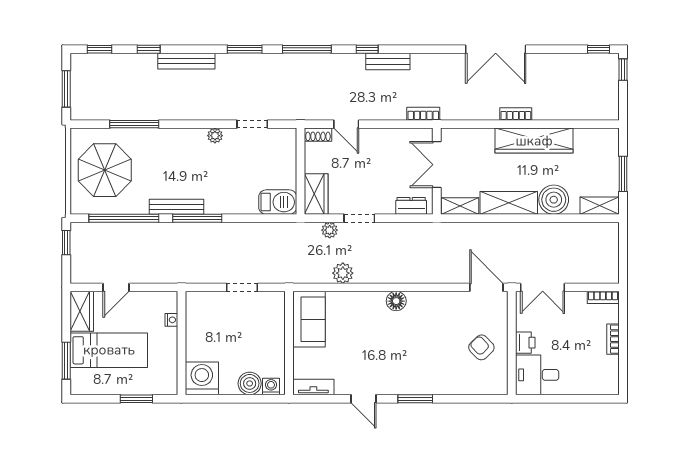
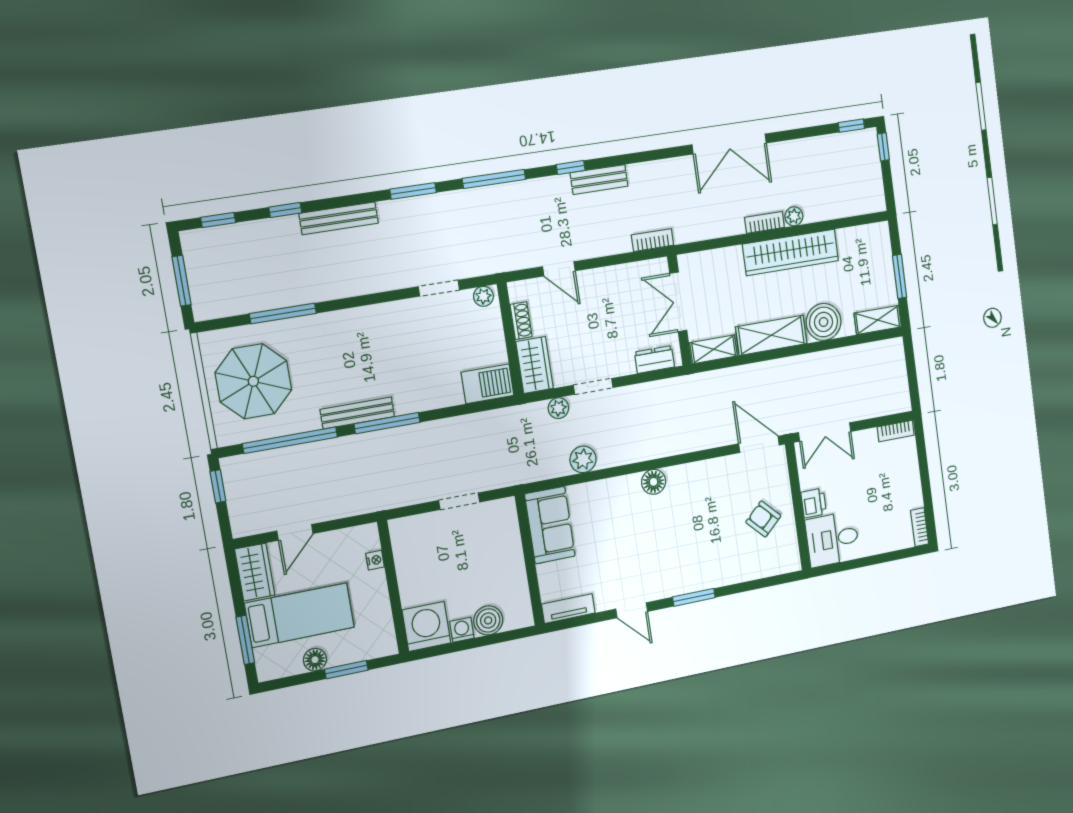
plant: (541, 113) -> (794, 216), added
shoe rack: (318, 135) -> (521, 321), moved, turned -90
plant: (215, 136) -> (483, 296), moved
bookcase: (613, 339) -> (920, 527), moved
floor lamp: (114, 386) -> (315, 660), added
washing machine: (271, 386) -> (462, 630), moved

